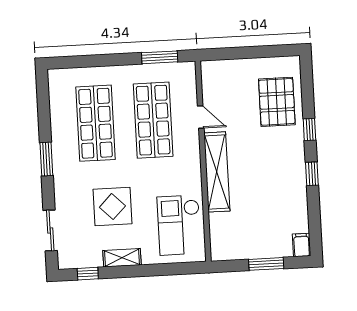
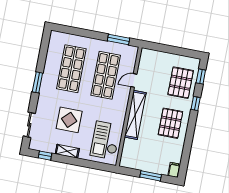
door: (201, 117) -> (134, 80), swing flipped
pallet: (277, 171) -> (170, 123), added
window: (312, 174) -> (201, 77), moved

